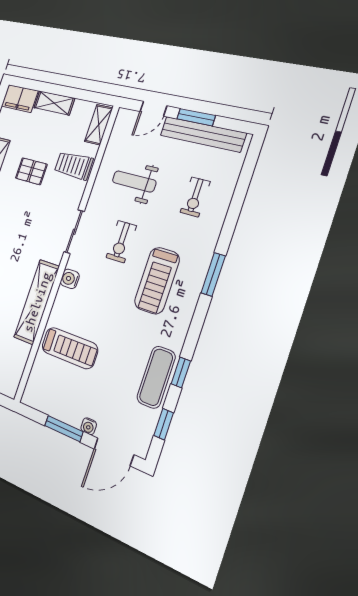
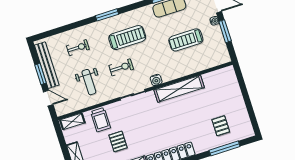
treadmill: (70, 348) -> (186, 40), moved, turned -90

